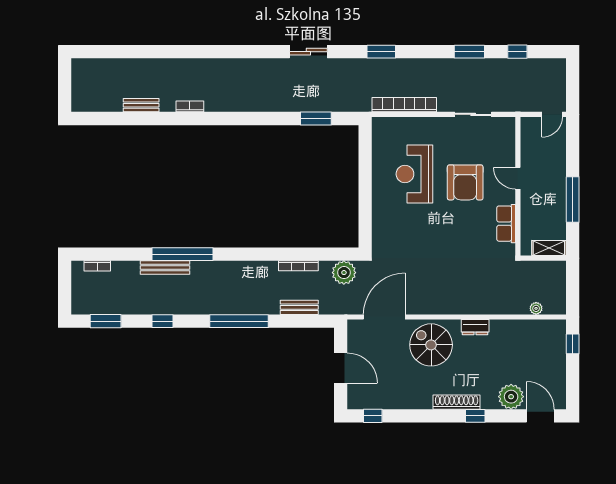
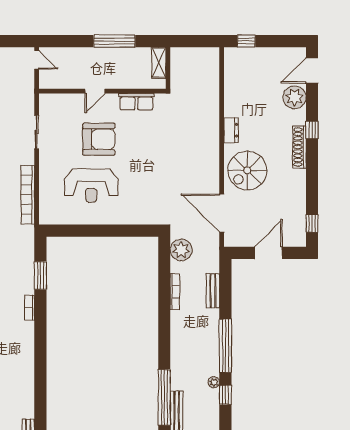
bookcase: (190, 106) -> (29, 308), moved
plant: (536, 308) -> (214, 382), moved
window: (163, 321) -> (225, 395), moved

